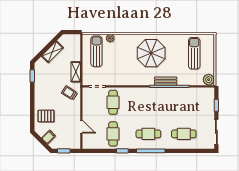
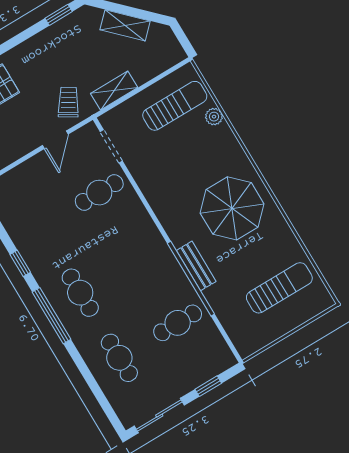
plant: (209, 80) -> (247, 344), removed
door: (81, 127) -> (55, 140), moved
cafe table: (113, 134) -> (178, 323), moved

